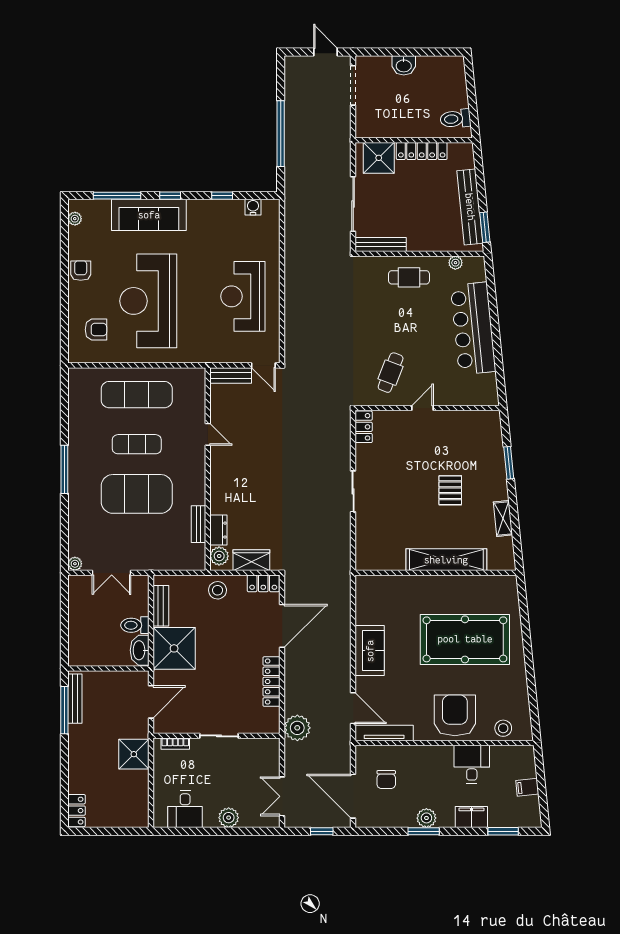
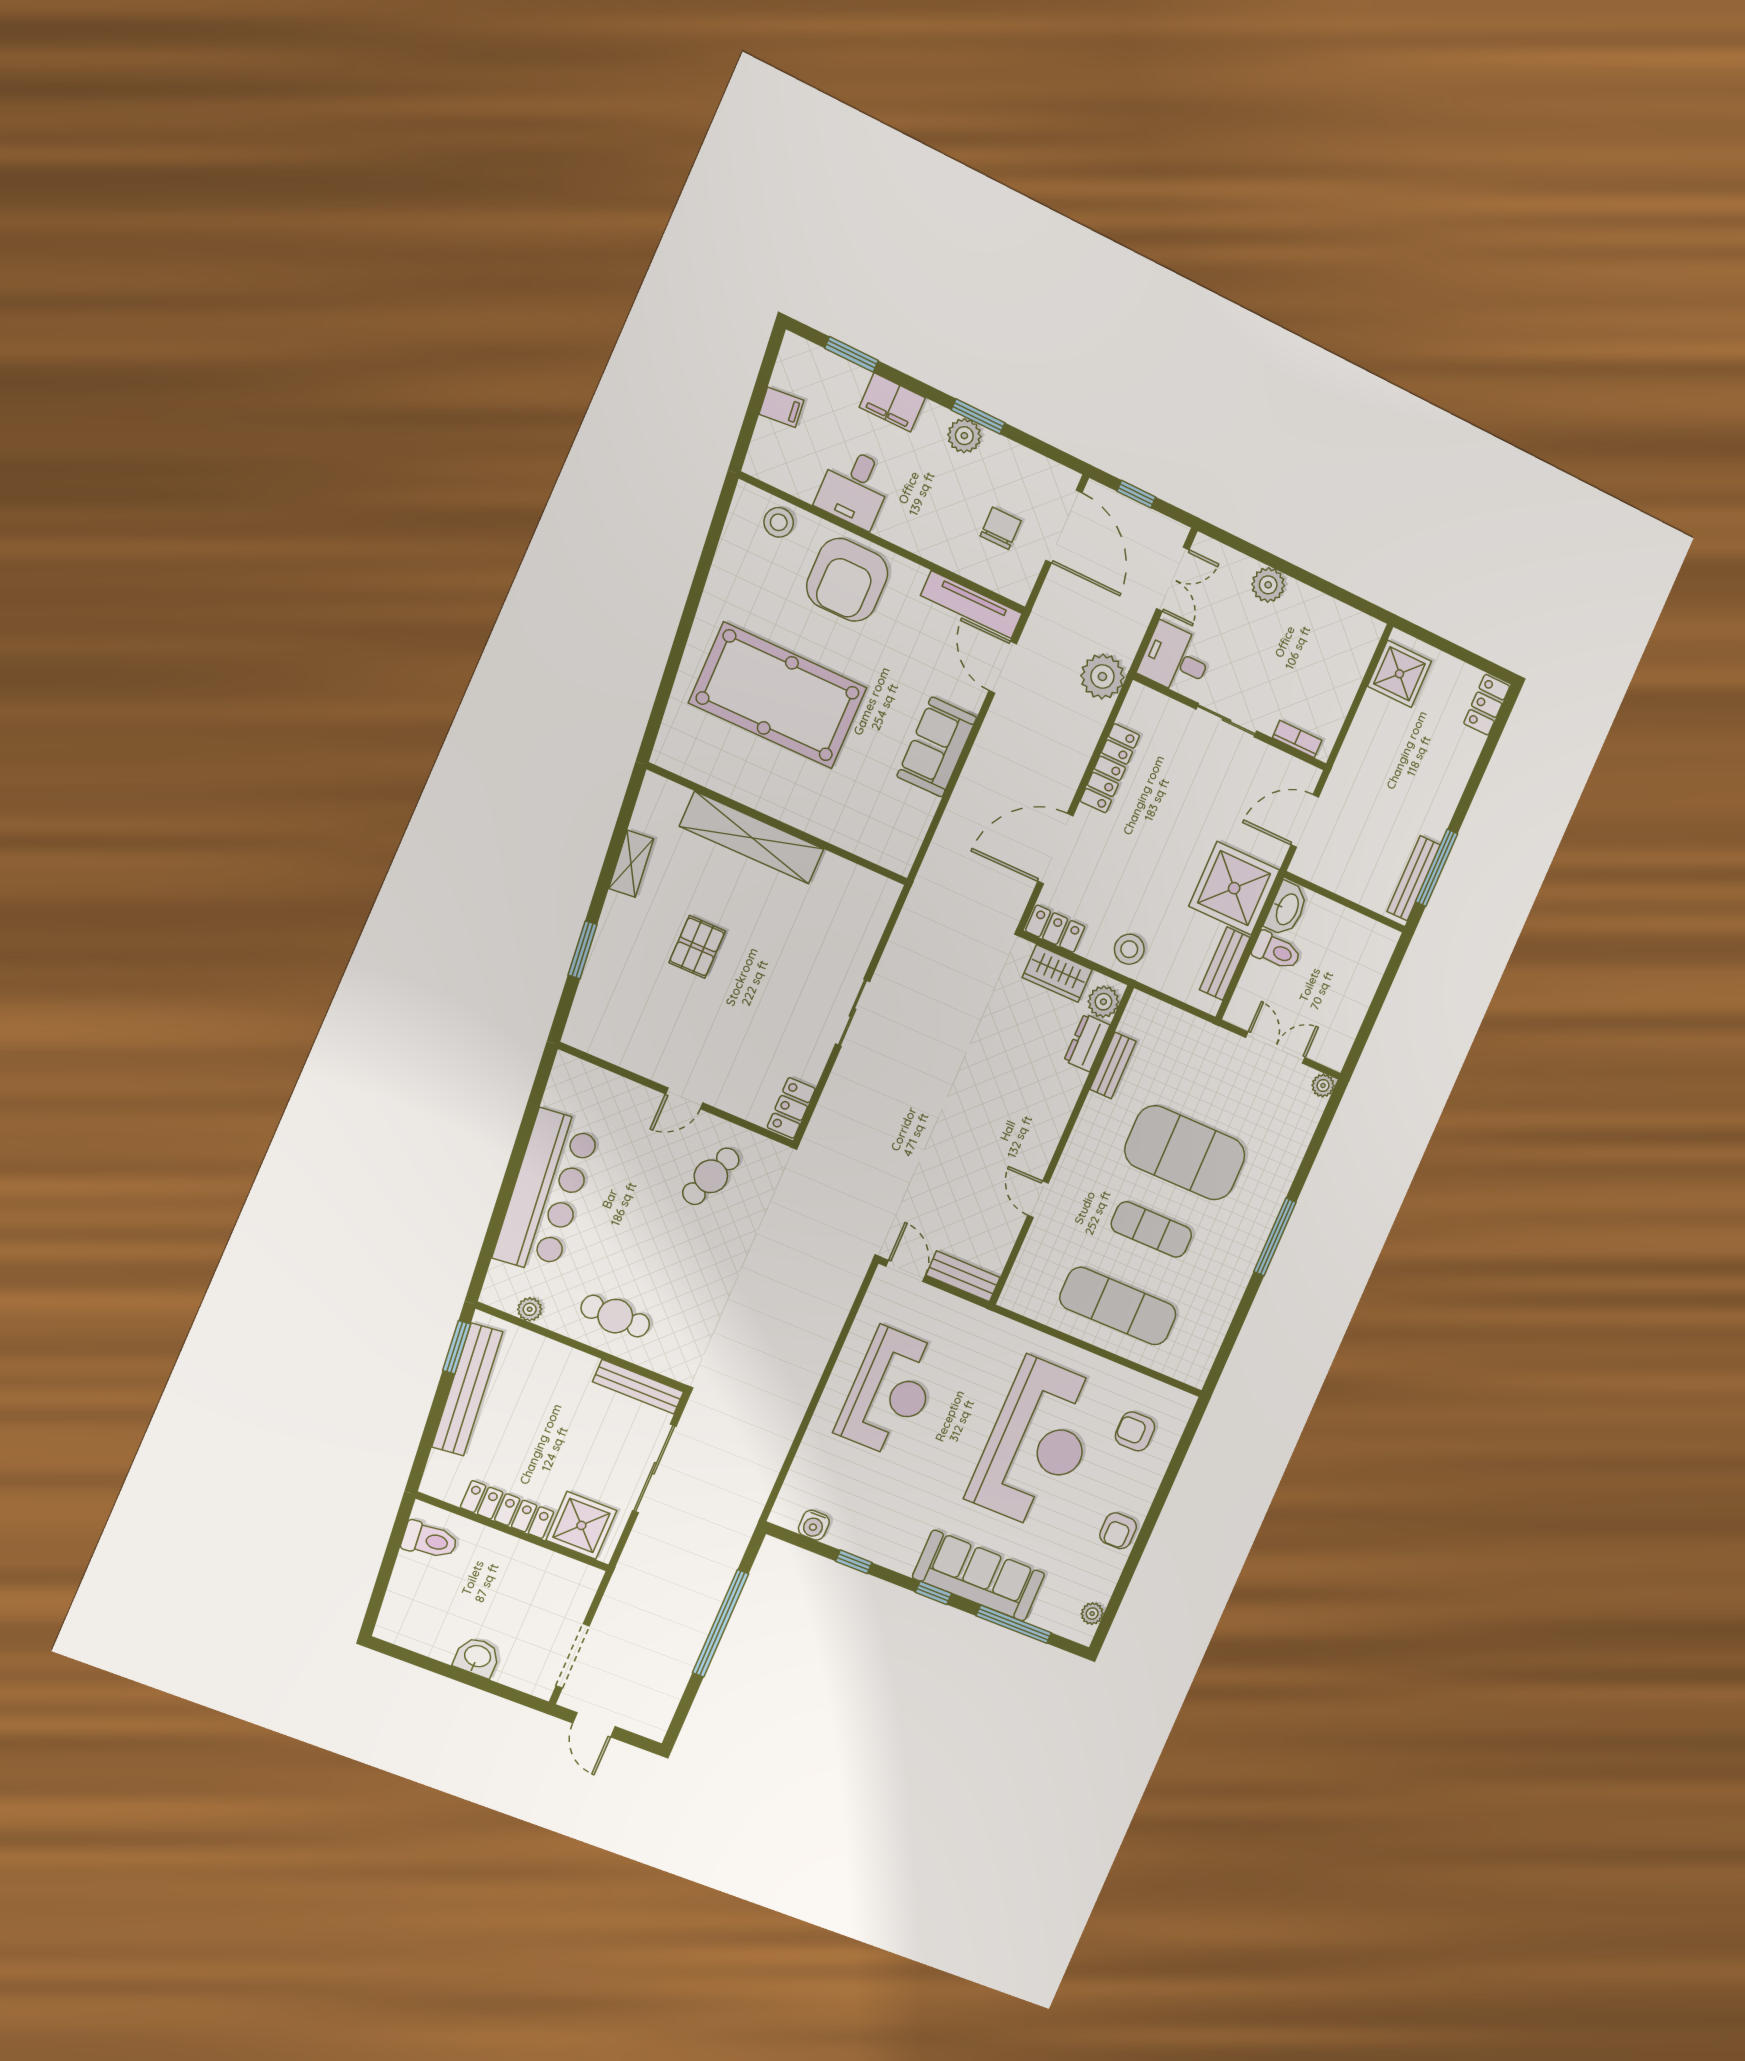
shower: (134, 754) -> (1399, 674), moved
desk: (185, 809) -> (1176, 659), moved, turned -90

